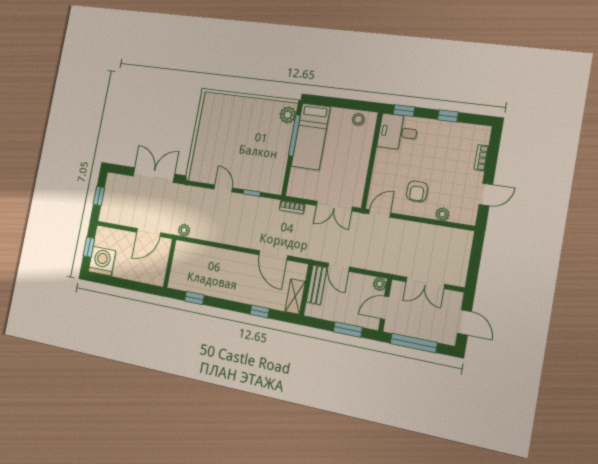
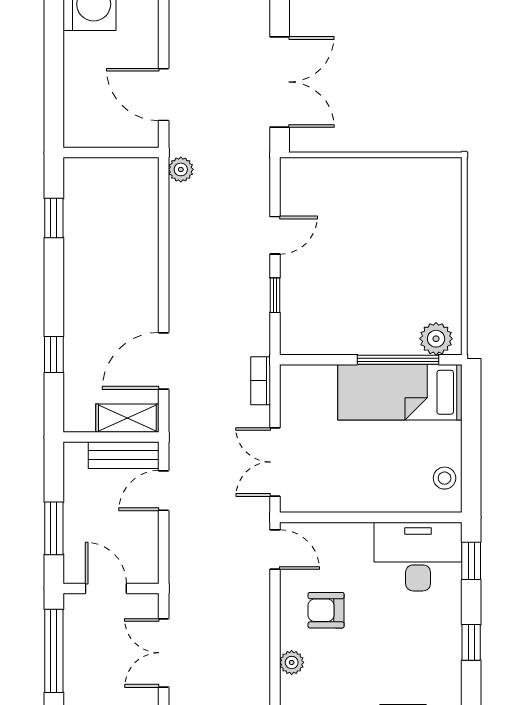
desk: (398, 132) -> (418, 557), width x1.37
plant: (380, 284) -> (147, 572), removed
shelving: (295, 296) -> (127, 418), moved

